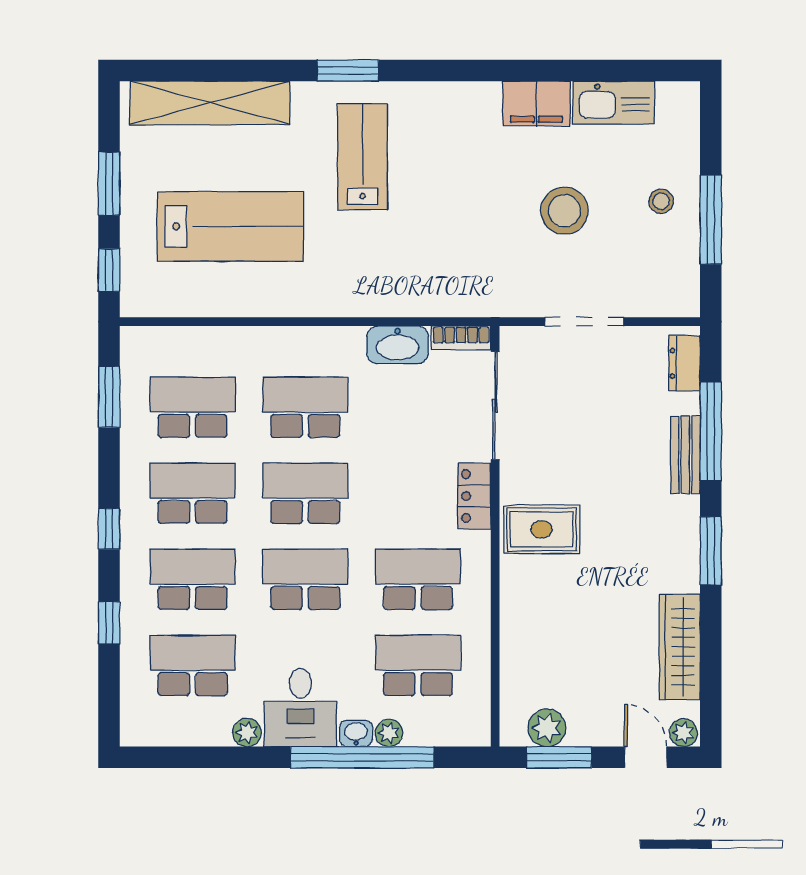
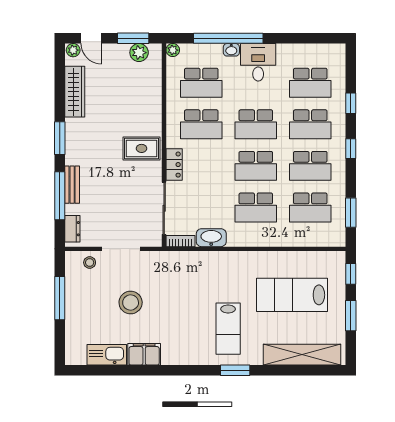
stool: (661, 201) -> (90, 263), moved
plant: (247, 732) -> (284, 50), removed
plant: (389, 733) -> (173, 50), moved

